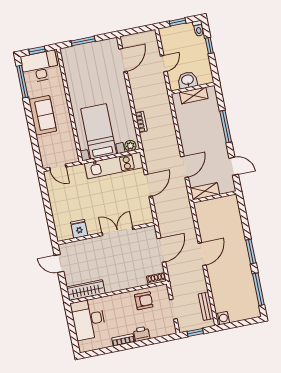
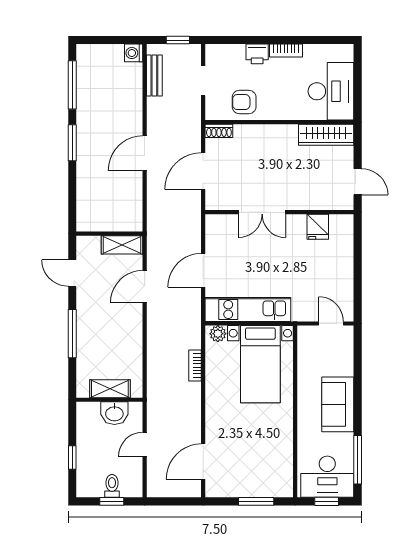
toilet: (198, 28) -> (112, 486), moved

